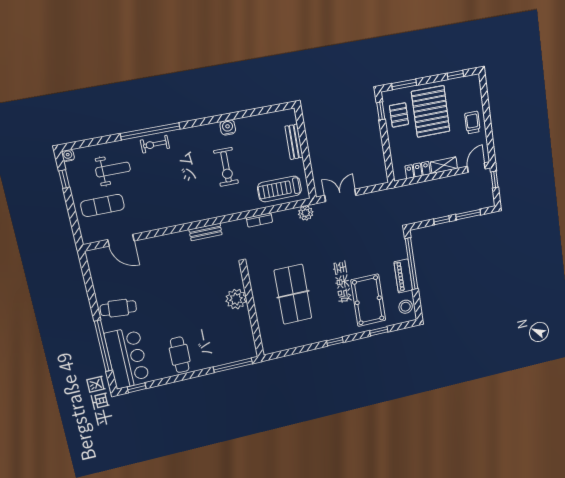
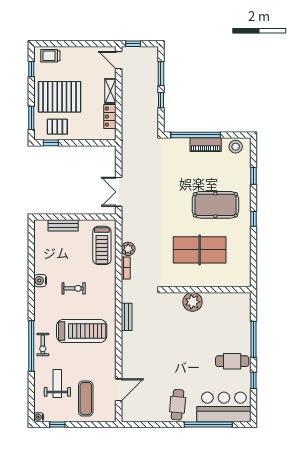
trolley: (472, 122) -> (50, 56), moved
exercise bike: (226, 167) -> (74, 288), width x0.73, depth x0.72
treadmill: (180, 185) -> (82, 331), added
plant: (306, 213) -> (128, 249), moved
pool table: (368, 300) -> (215, 205), moved
window: (233, 365) -> (253, 339), moved
window: (137, 388) -> (253, 380), moved

